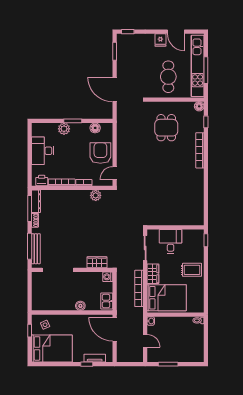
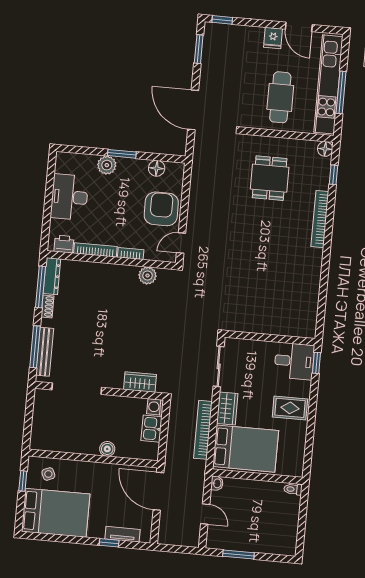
desk: (171, 241) -> (294, 361), moved, turned 90
kitchen sink: (107, 301) -> (151, 429), moved

